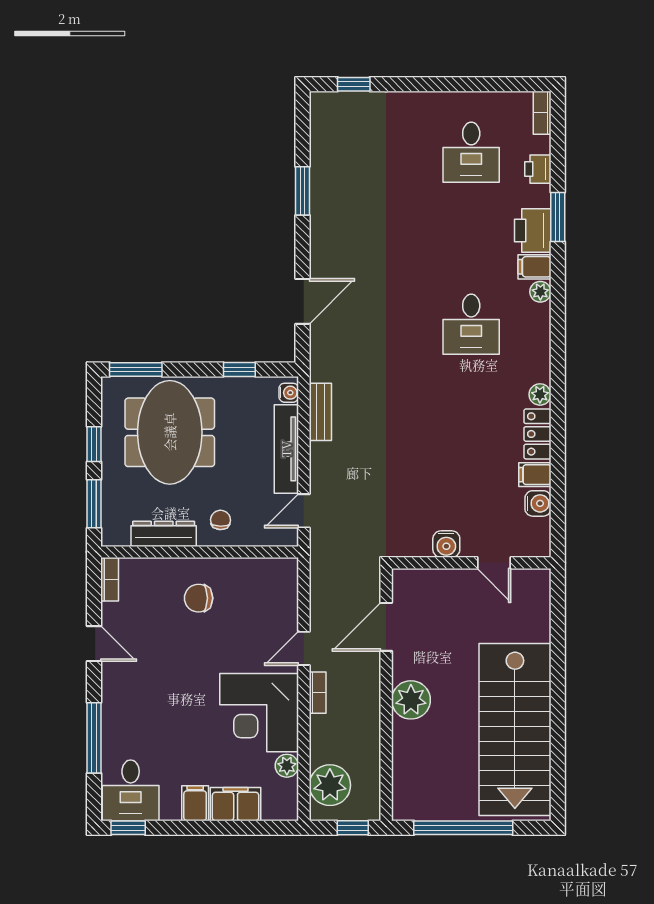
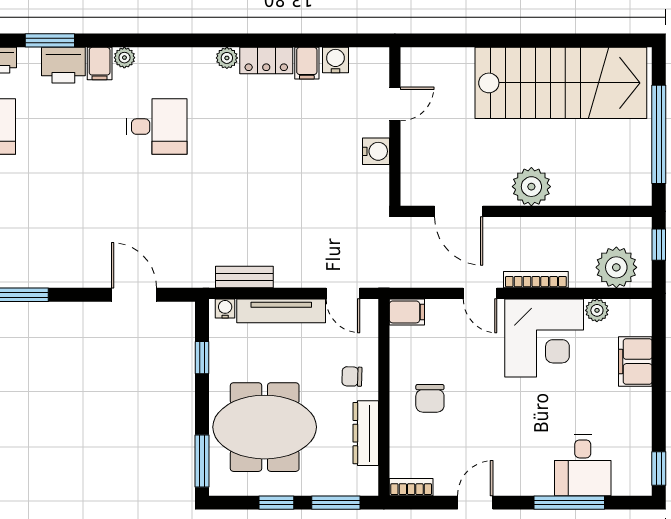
bookcase: (318, 693) -> (536, 280), width x1.56
desk: (131, 790) -> (583, 465), moved, turned 90
filing cabinet: (195, 803) -> (407, 312), moved, turned 180

